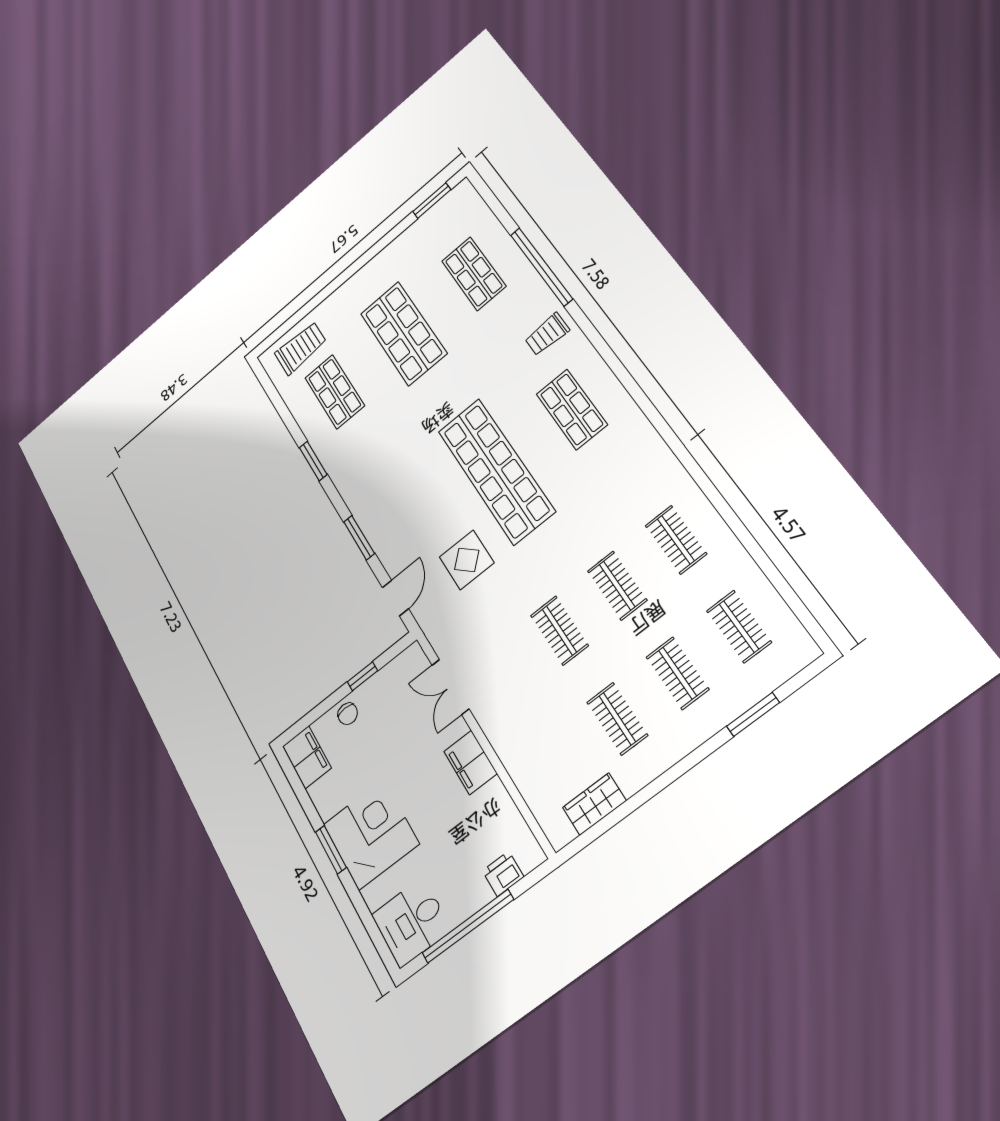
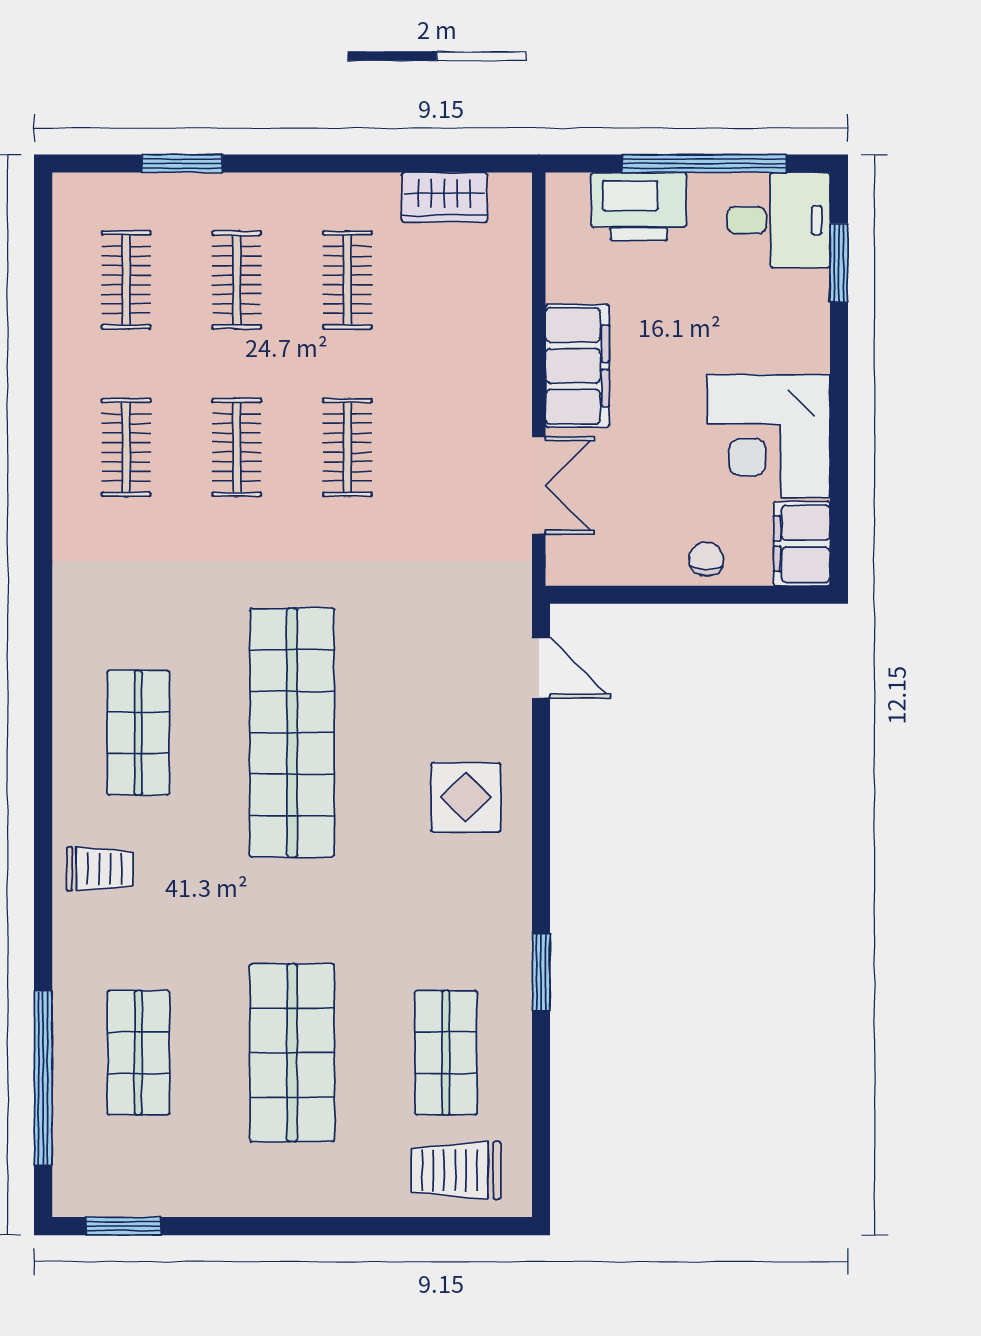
window: (541, 267) -> (43, 1078), moved
window: (359, 538) -> (541, 798), removed
display table: (467, 560) -> (466, 797), moved
door: (395, 598) -> (541, 668), swing flipped
window: (362, 676) -> (654, 595), removed
filing cabinet: (470, 762) -> (577, 366), width x1.50, depth x1.17
corner desk: (371, 834) -> (768, 436), moved
window: (331, 850) -> (839, 263), moved
printer: (503, 874) -> (639, 207), width x1.87, depth x1.48

